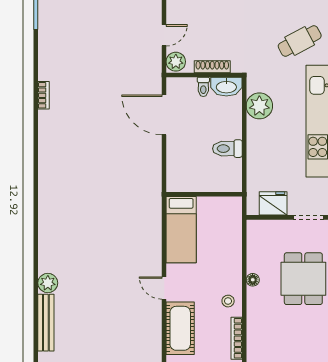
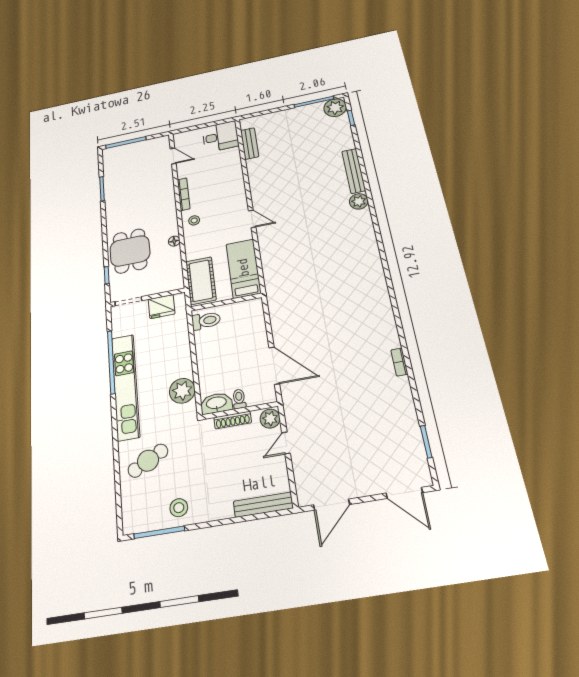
toilet: (227, 149) -> (206, 321), moved
cot: (180, 328) -> (201, 281), moved

